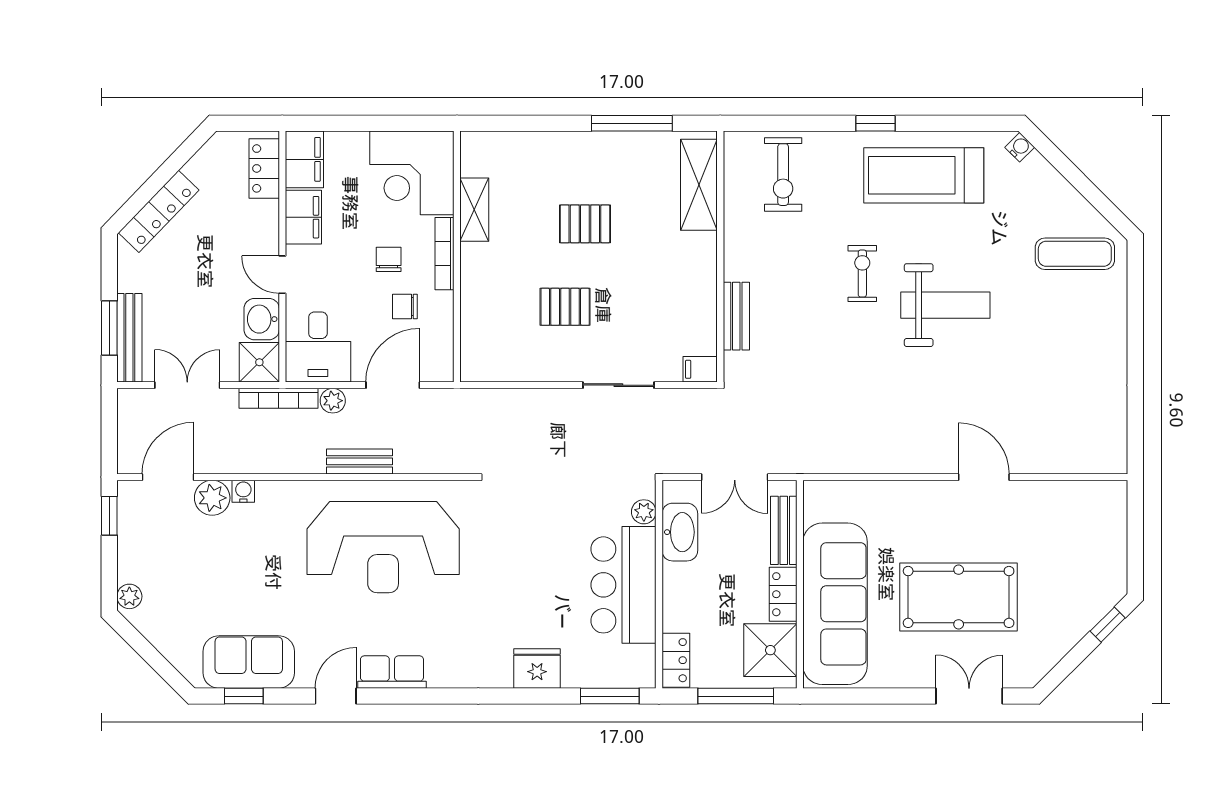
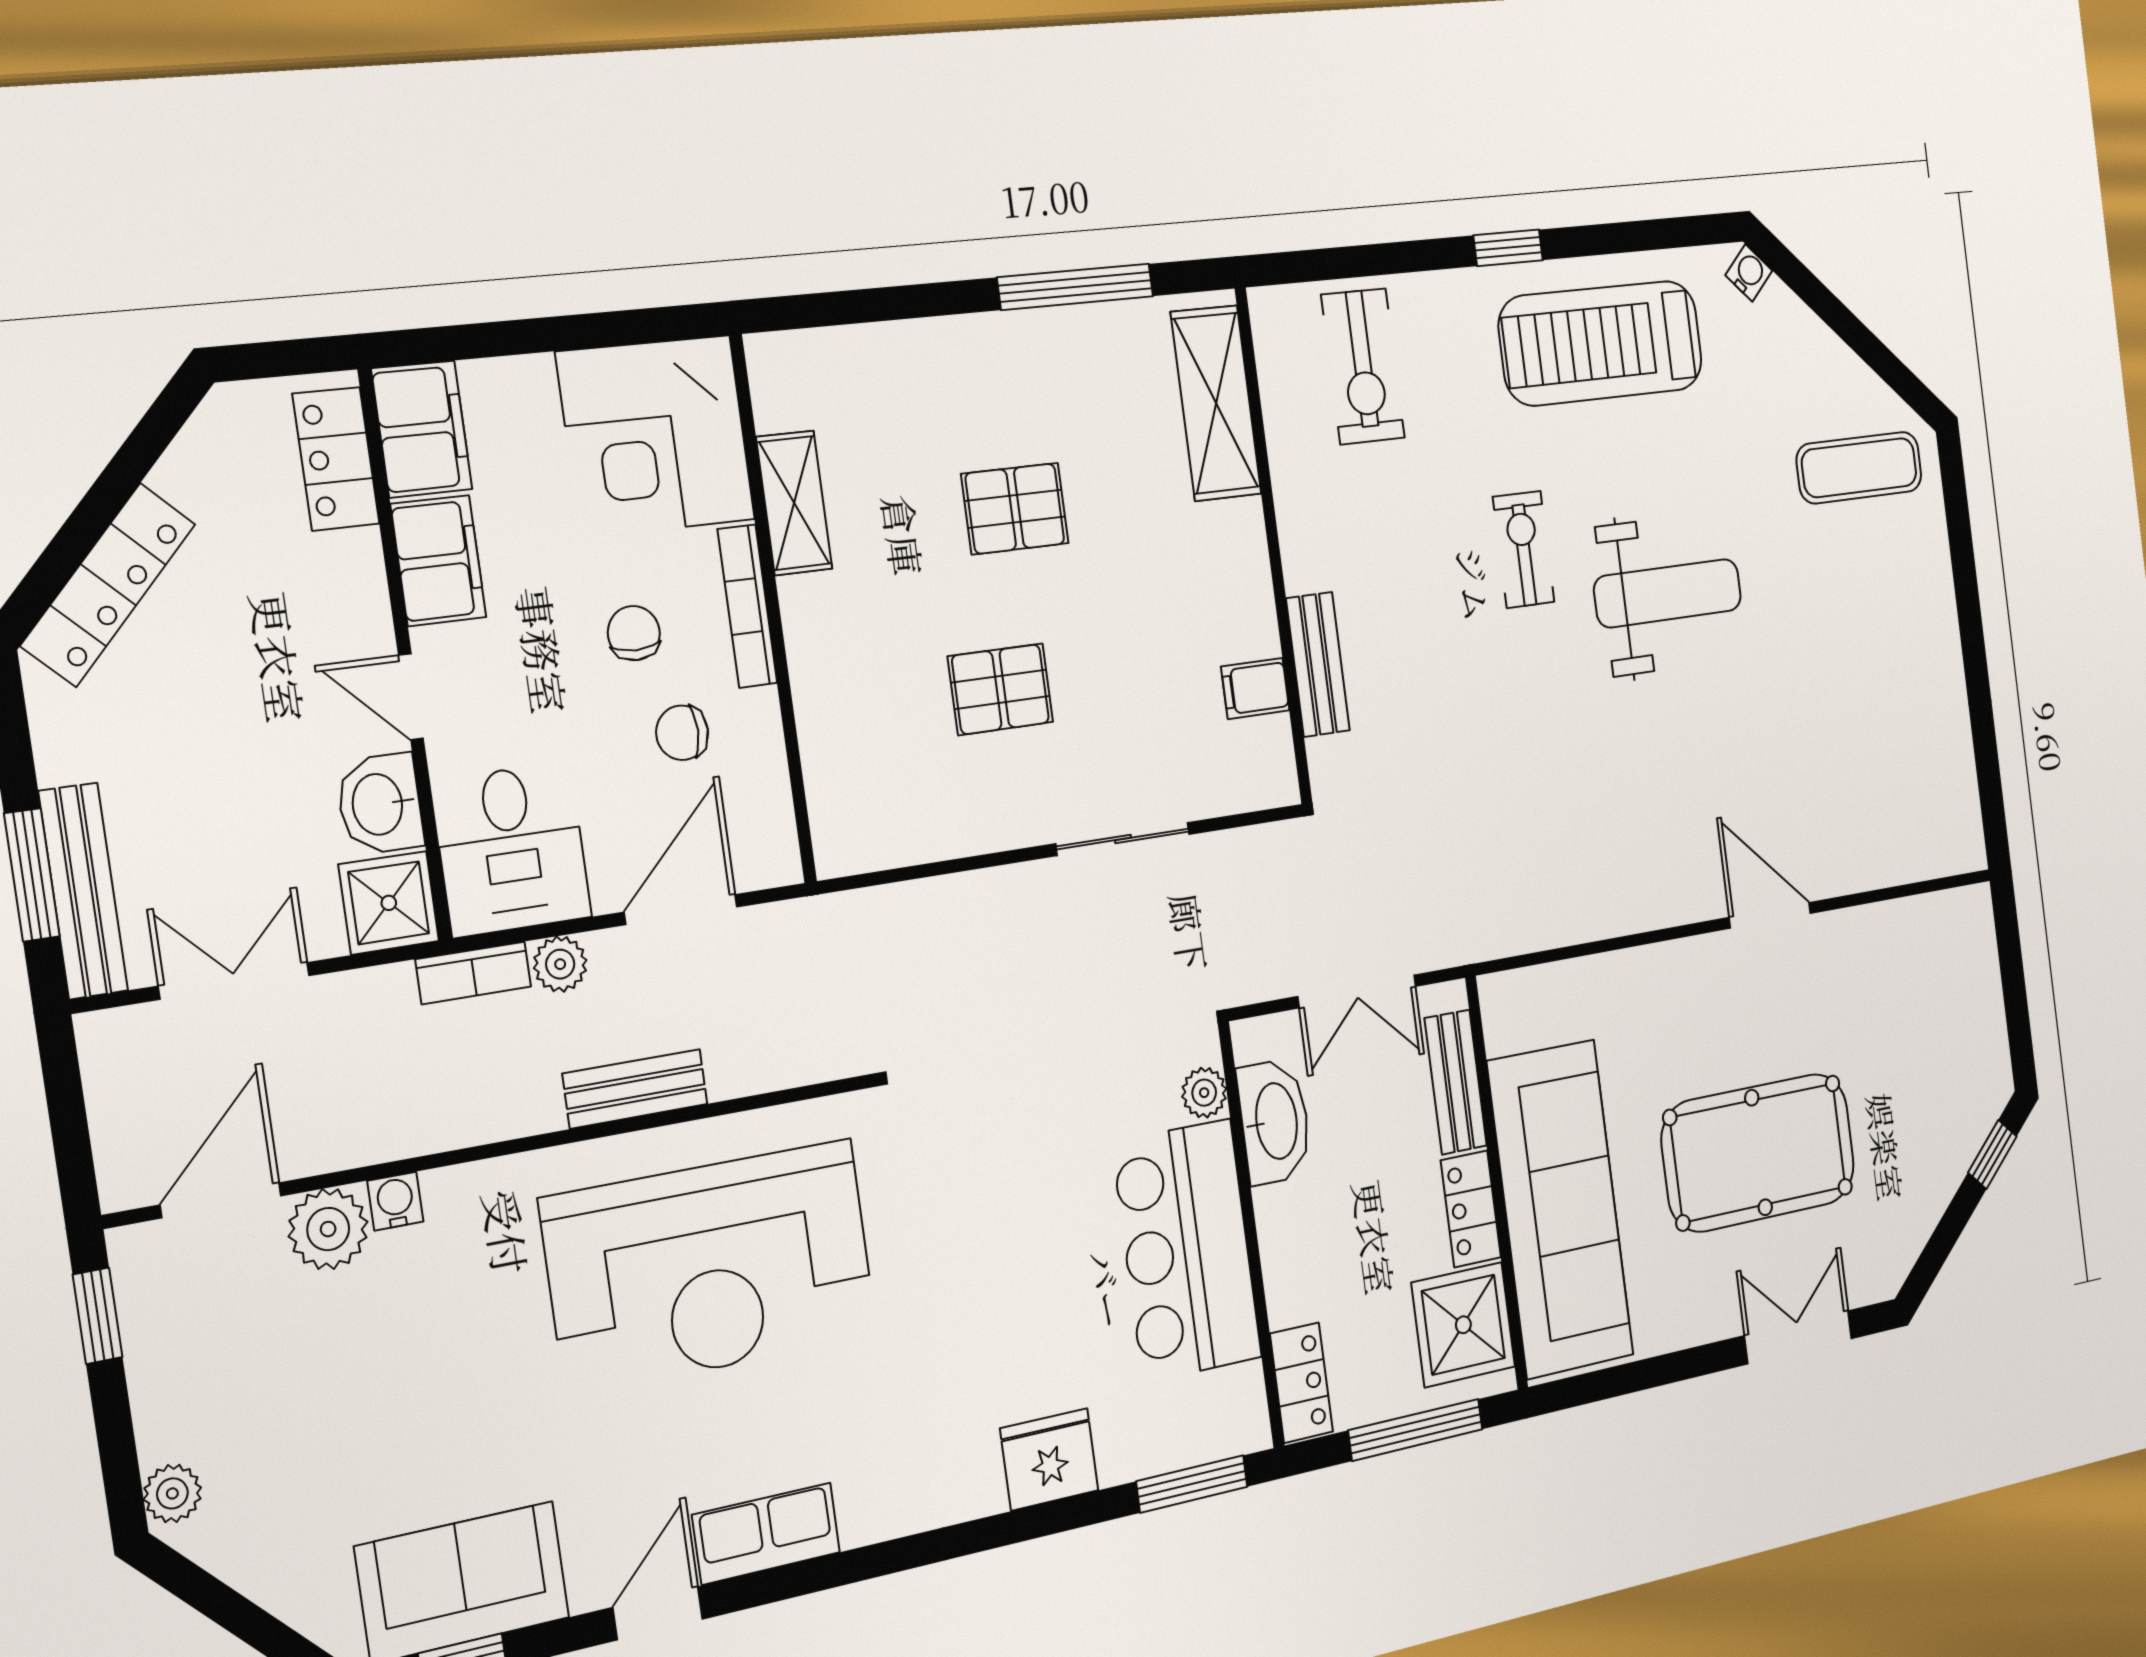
filing cabinet: (700, 369) -> (1255, 688), moved
bookcase: (278, 398) -> (473, 973), width x0.64

